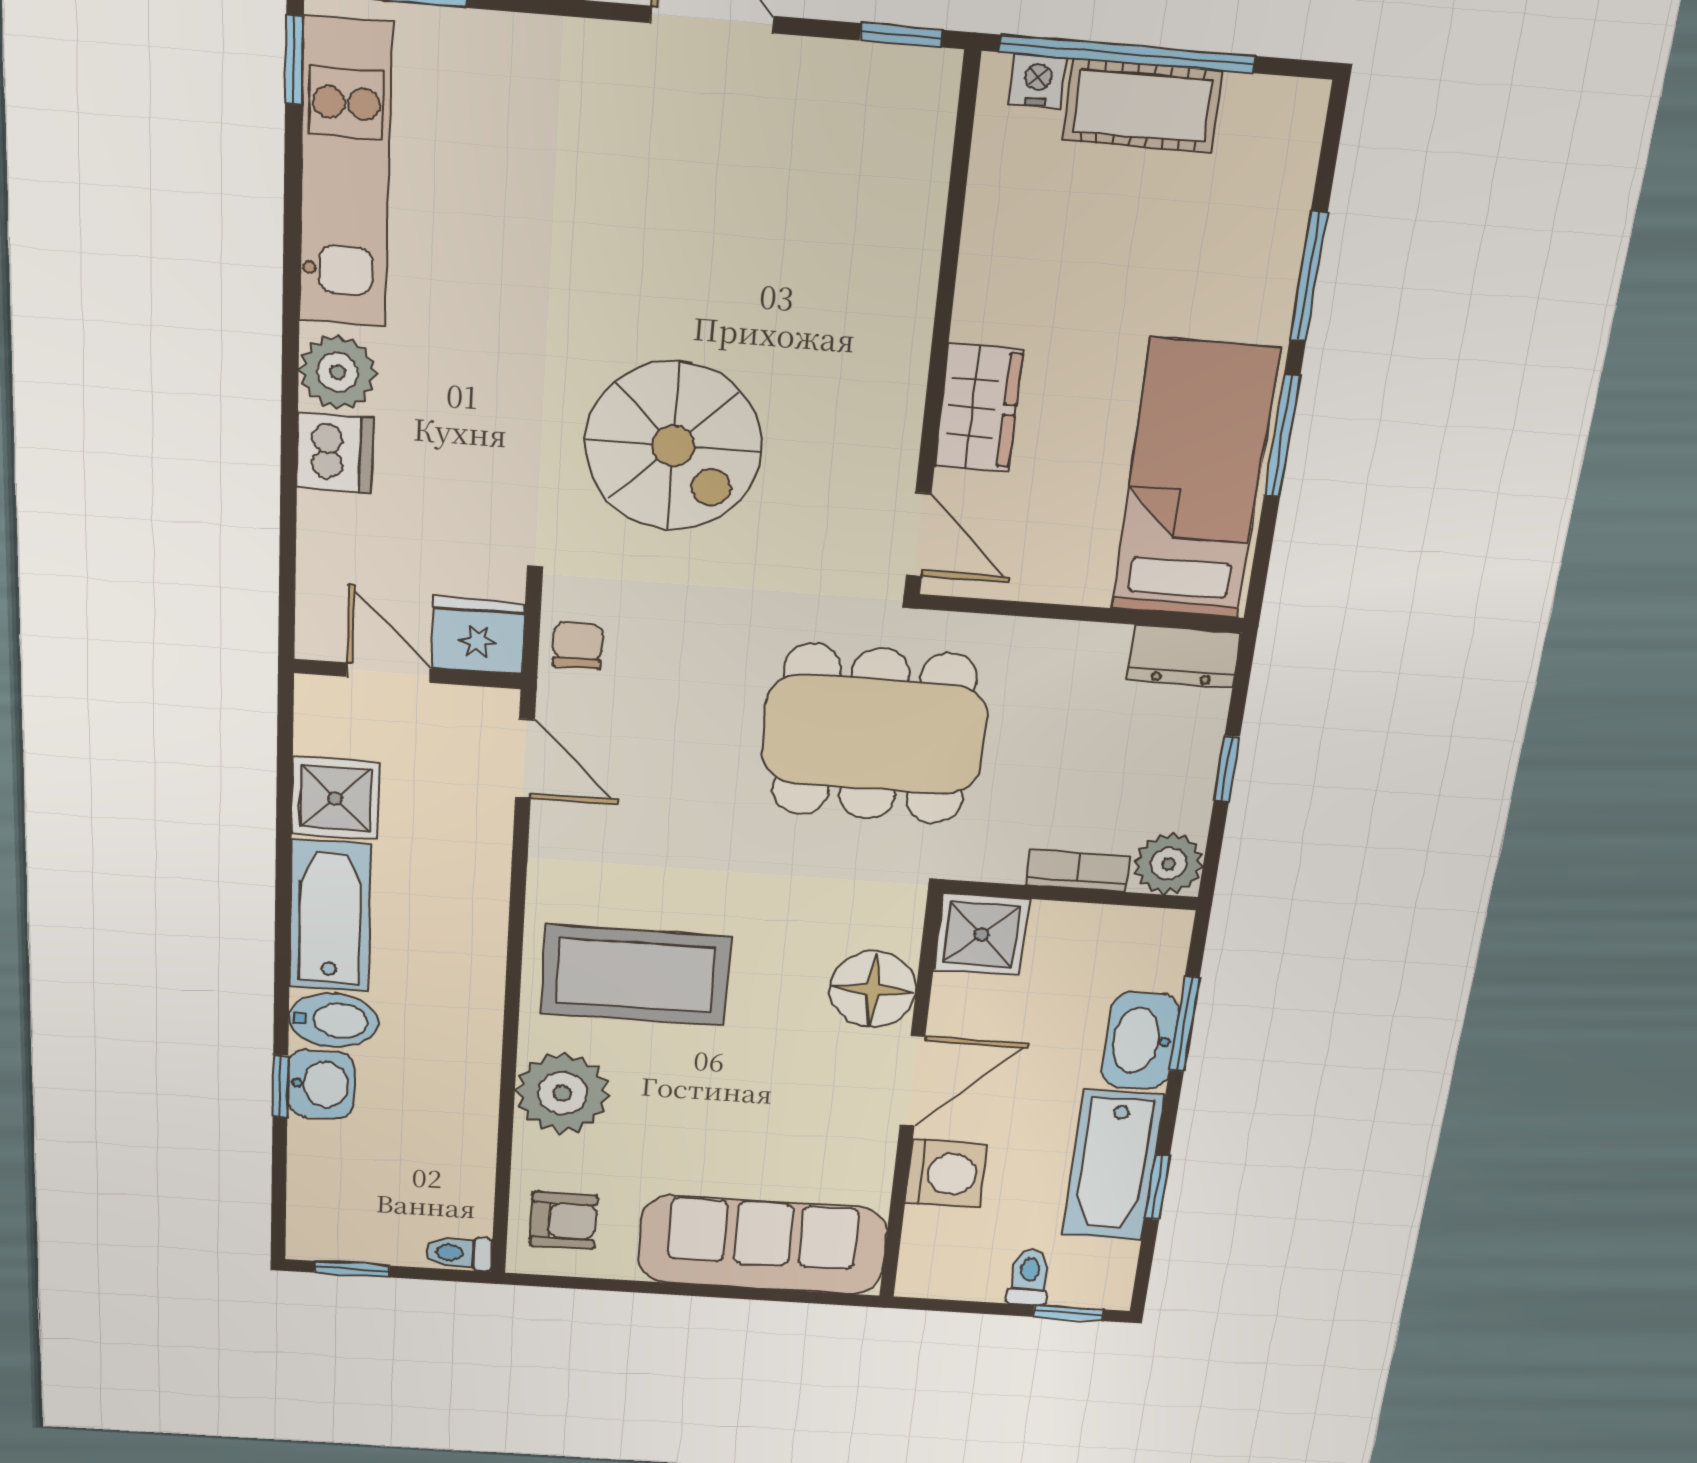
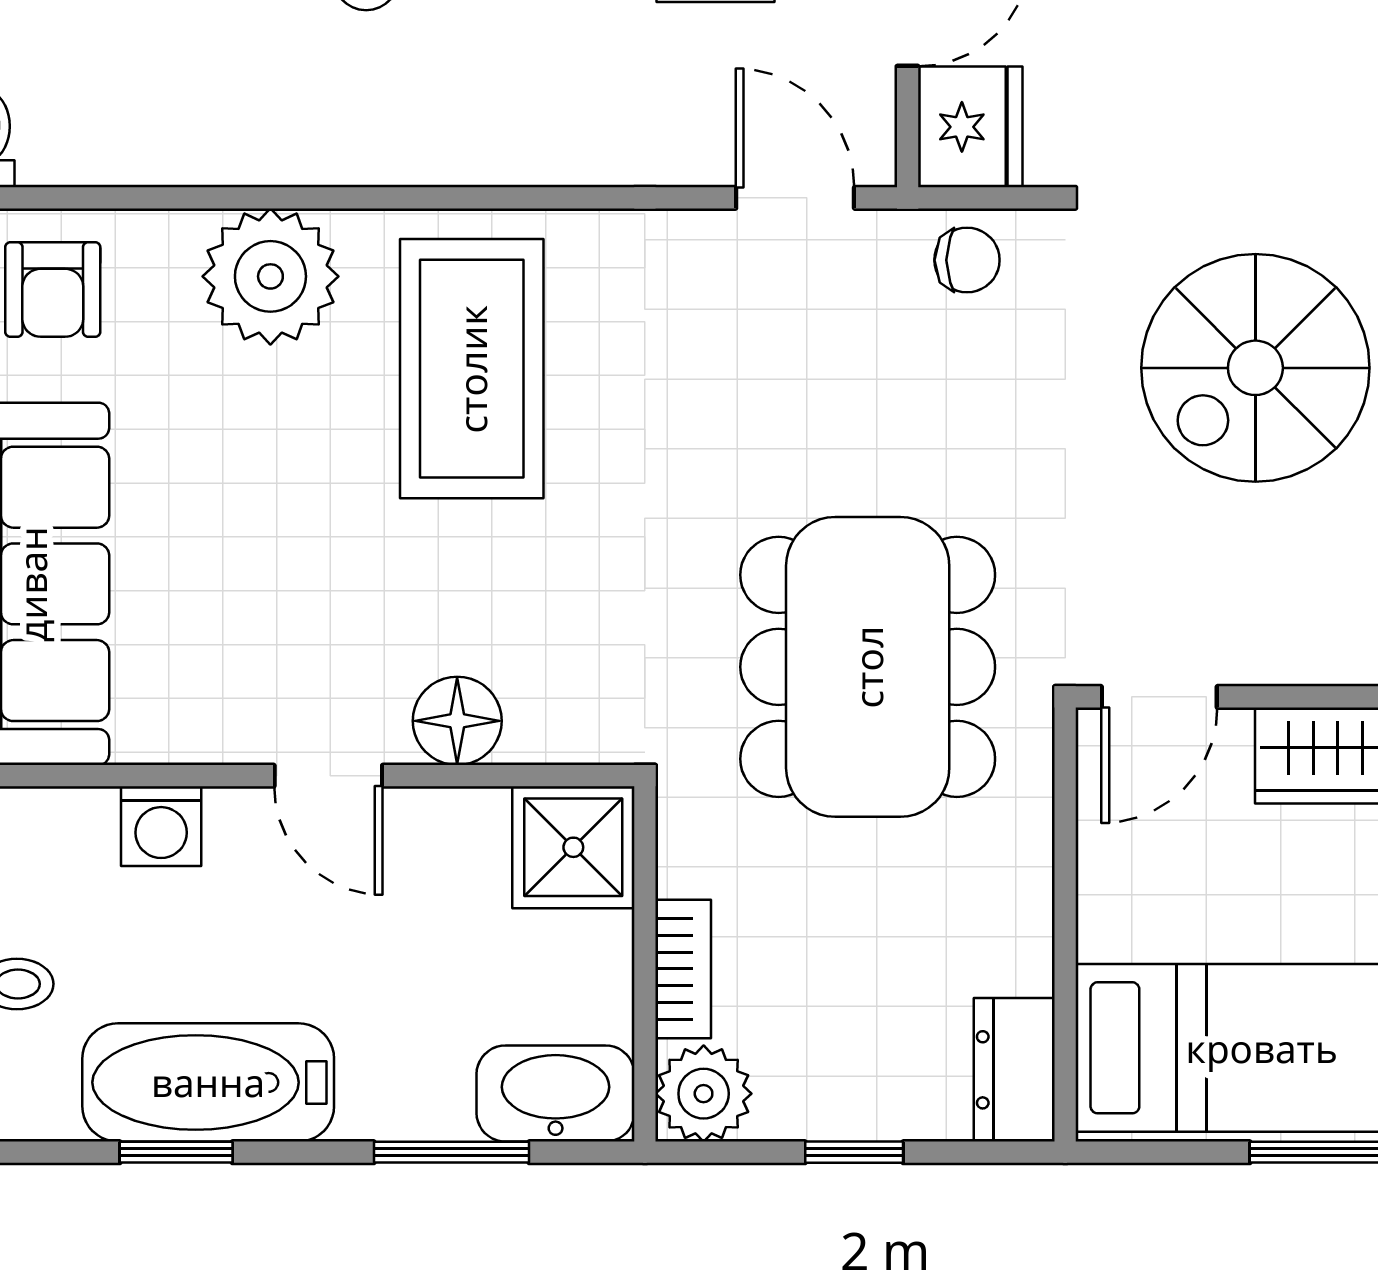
door: (525, 759) -> (795, 198), swing flipped
floor lamp: (873, 989) -> (457, 721), width x0.73, depth x0.73
washbasin: (1140, 1041) -> (556, 1094), moved
door: (912, 1081) -> (328, 776), width x0.73
washing machine: (946, 1173) -> (161, 826), width x0.73, depth x0.73

